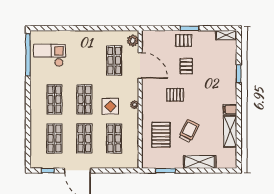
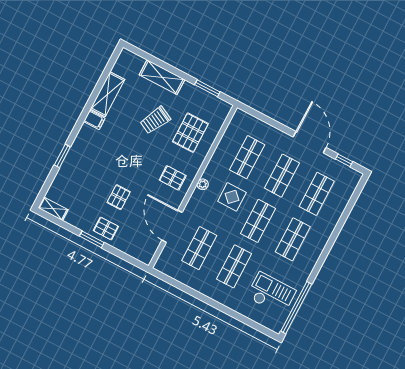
plant: (133, 41) -> (165, 260), removed
checkout: (50, 55) -> (271, 294), turned 180
shop shelf: (84, 60) -> (234, 266), added
pallet: (175, 95) -> (173, 178), moved

